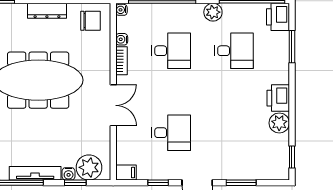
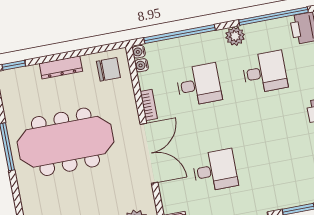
water cooler: (122, 39) -> (142, 65), moved
double door: (113, 105) -> (149, 153), width x1.37

